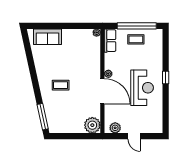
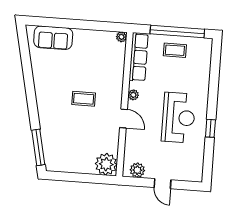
row of seats: (110, 41) -> (139, 57), width x1.48
window: (166, 78) -> (210, 128), moved
coffee table: (61, 85) -> (84, 99), moved
door: (102, 91) -> (123, 118), width x0.53

